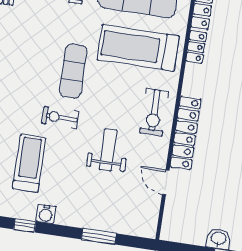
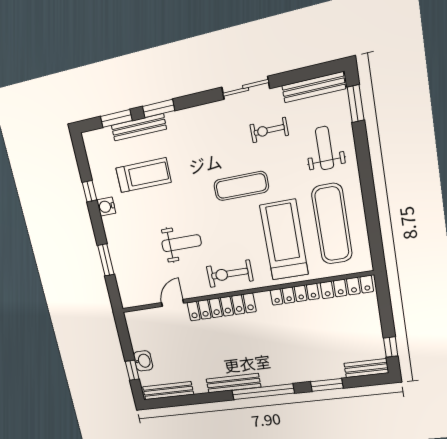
locker: (196, 47) -> (295, 294), width x1.53
exercise bike: (60, 117) -> (269, 130), moved, turned -90

